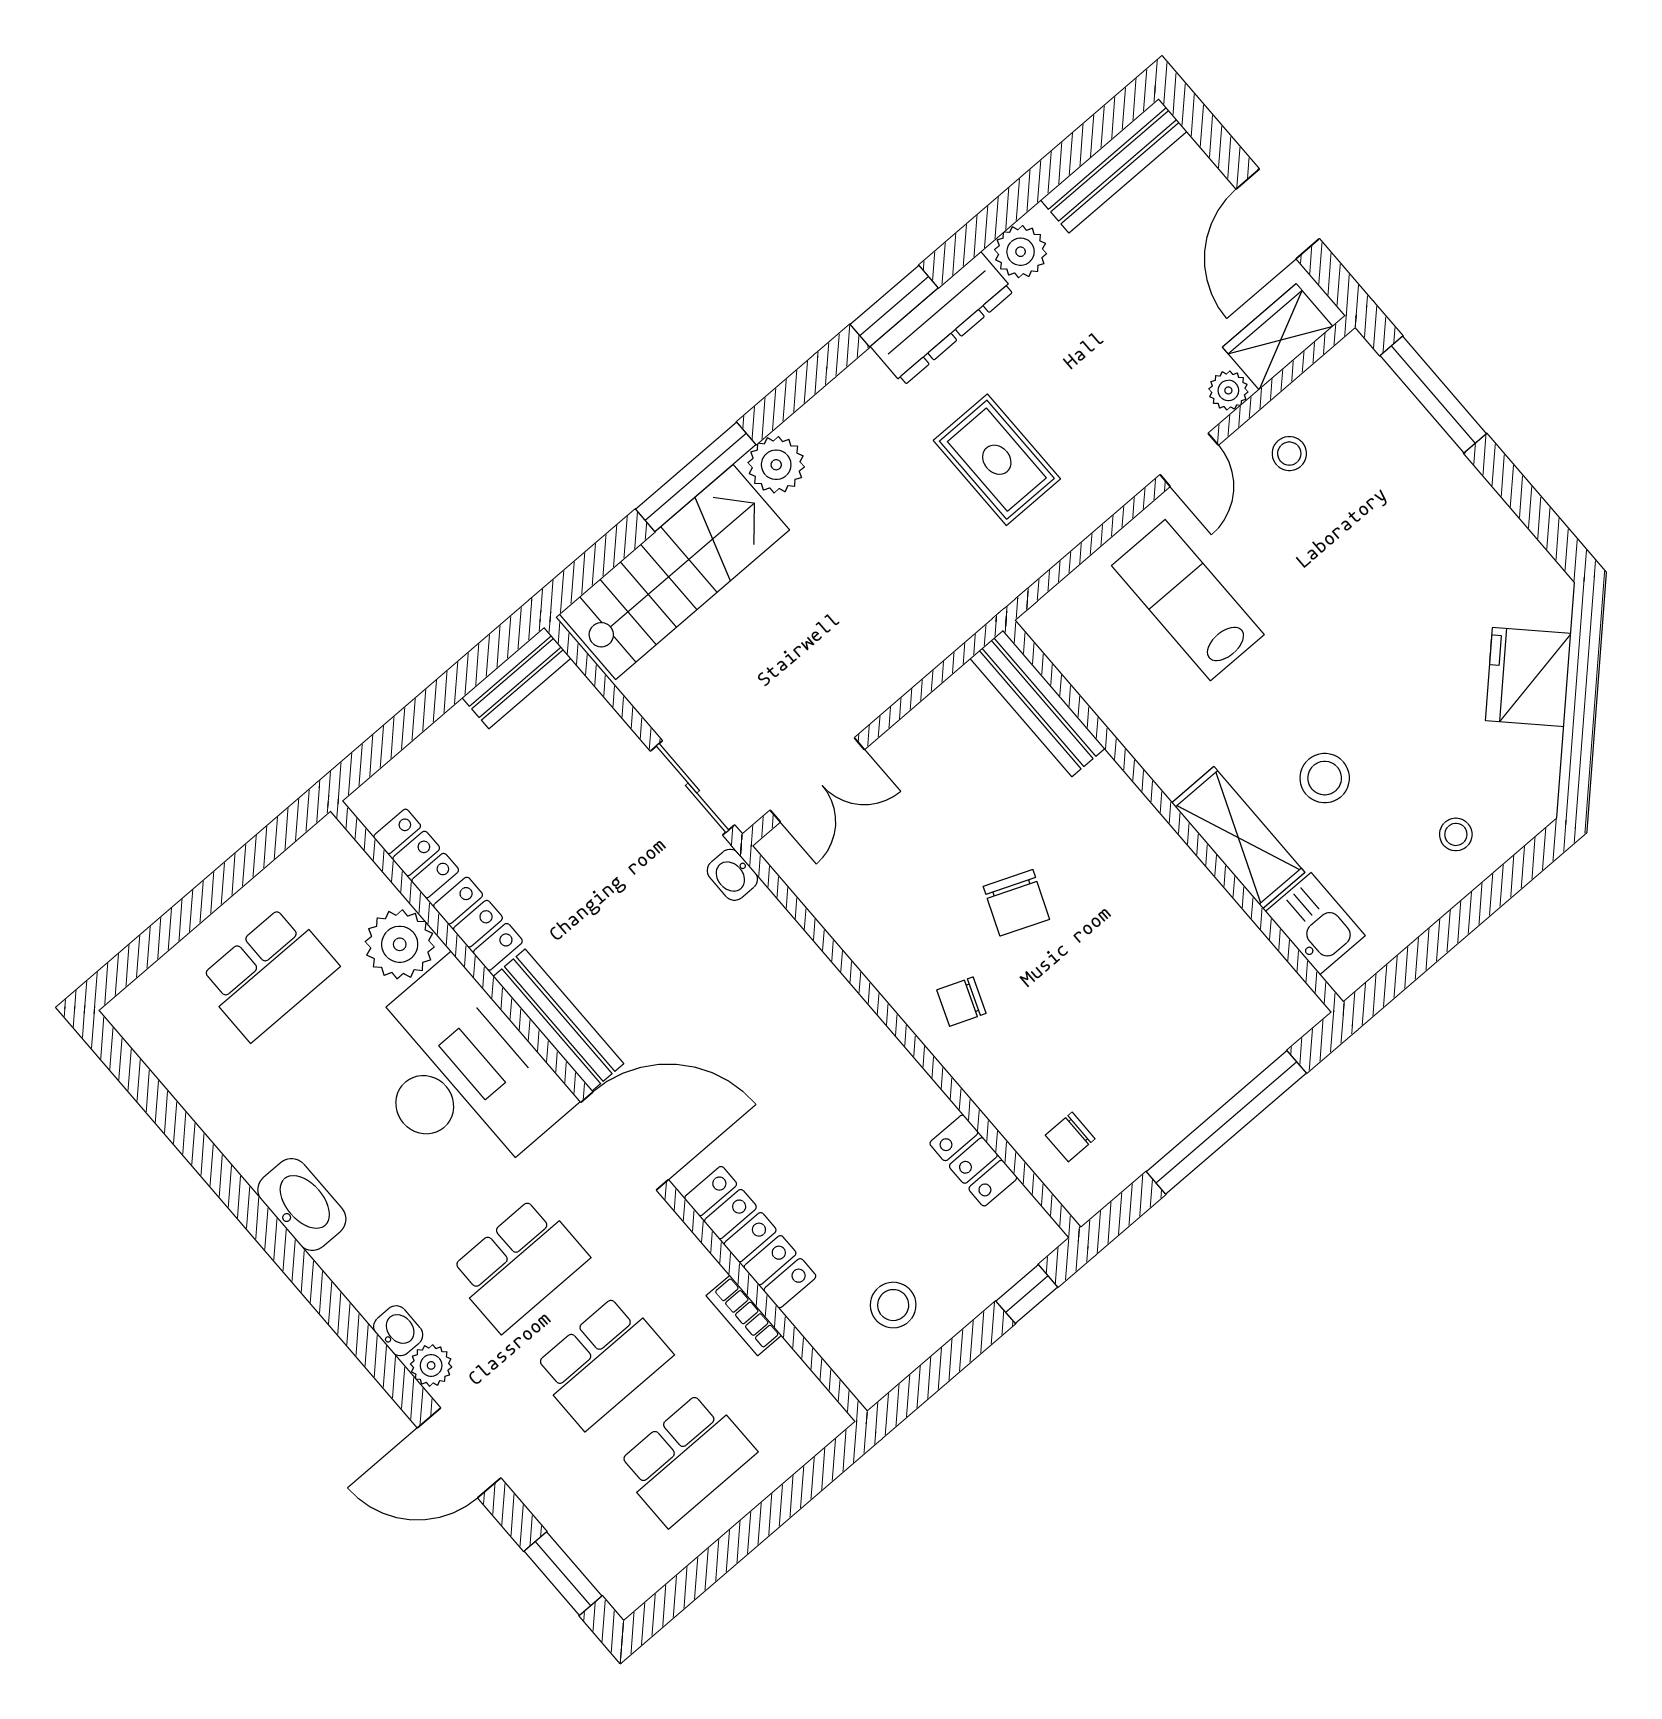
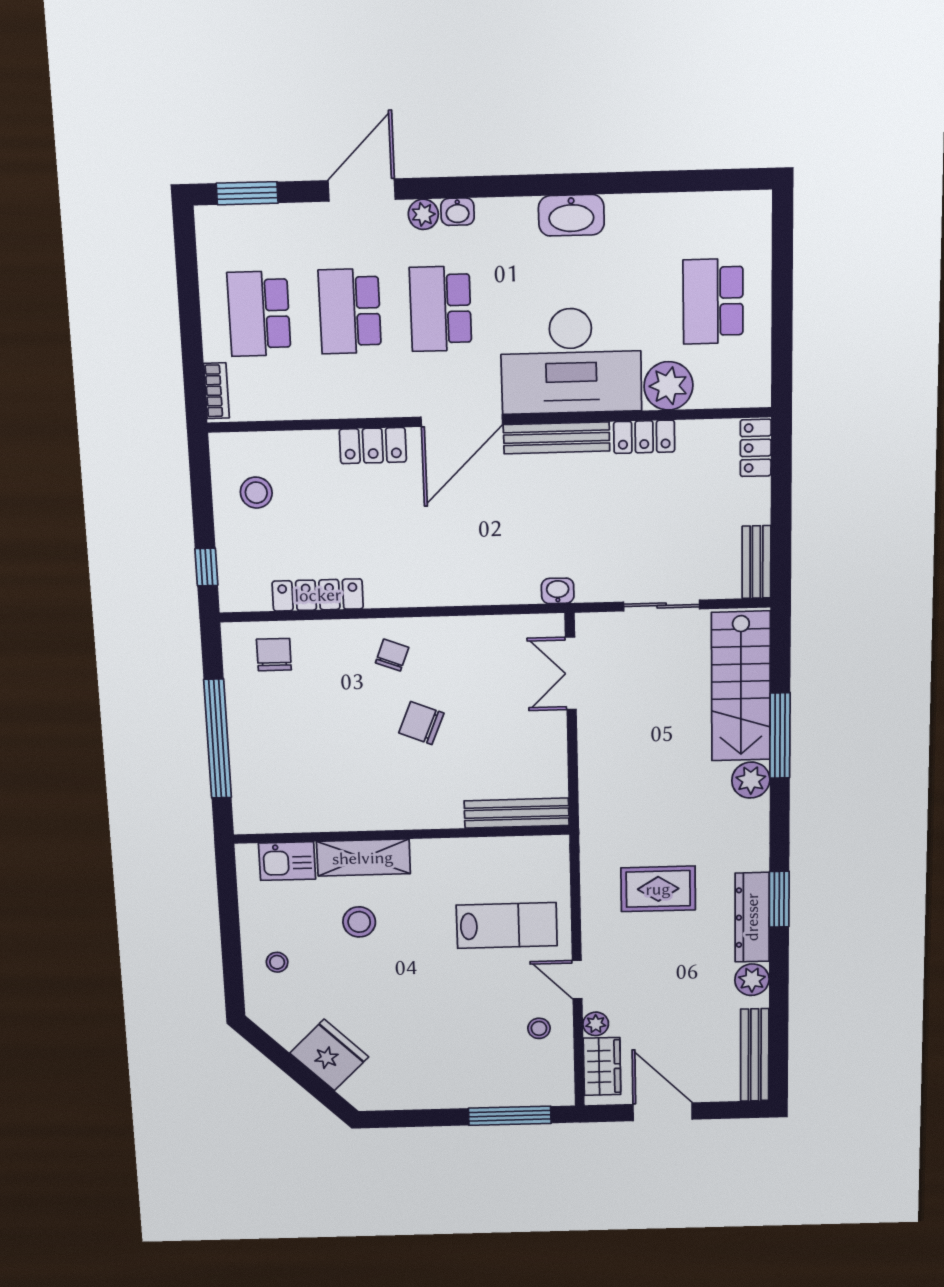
sliding door: (693, 788) -> (662, 605), moved
locker: (416, 854) -> (756, 448), moved, turned 90
chair: (1070, 1137) -> (274, 655), width x1.37, depth x1.37
locker: (973, 1161) -> (318, 595), width x1.53
locker: (750, 1237) -> (373, 446), width x0.66
bookcase: (744, 1315) -> (216, 391), moved, turned 90

